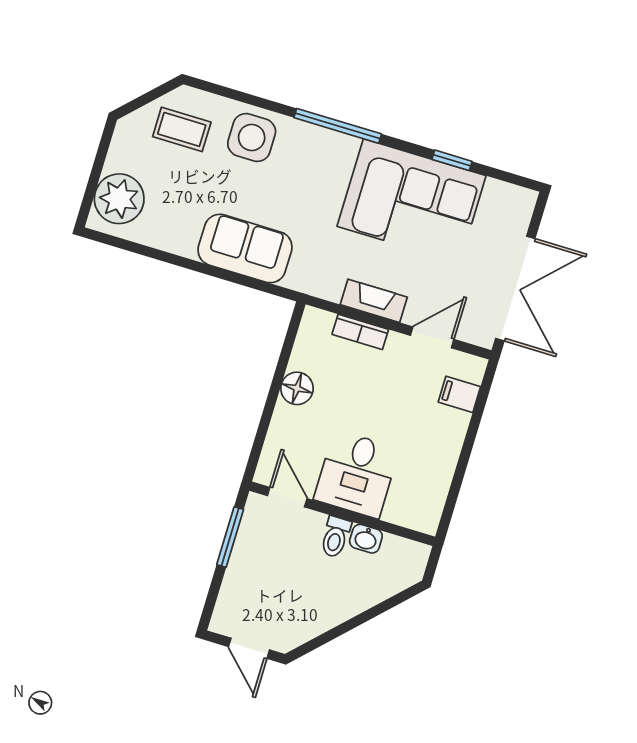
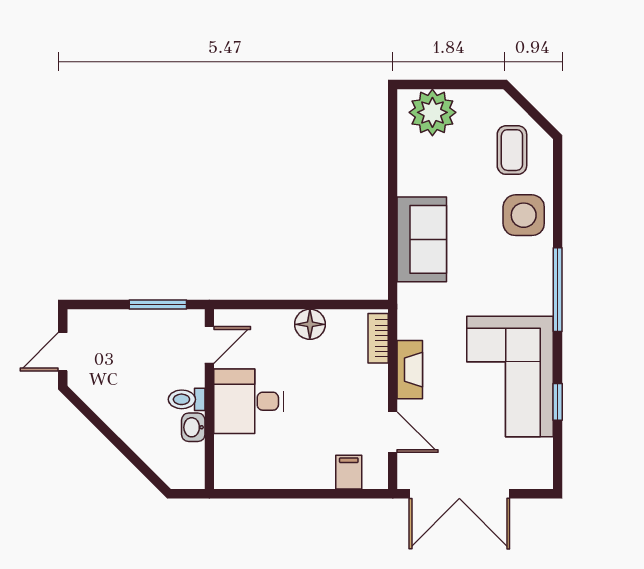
bookcase: (360, 332) -> (378, 338), moved

